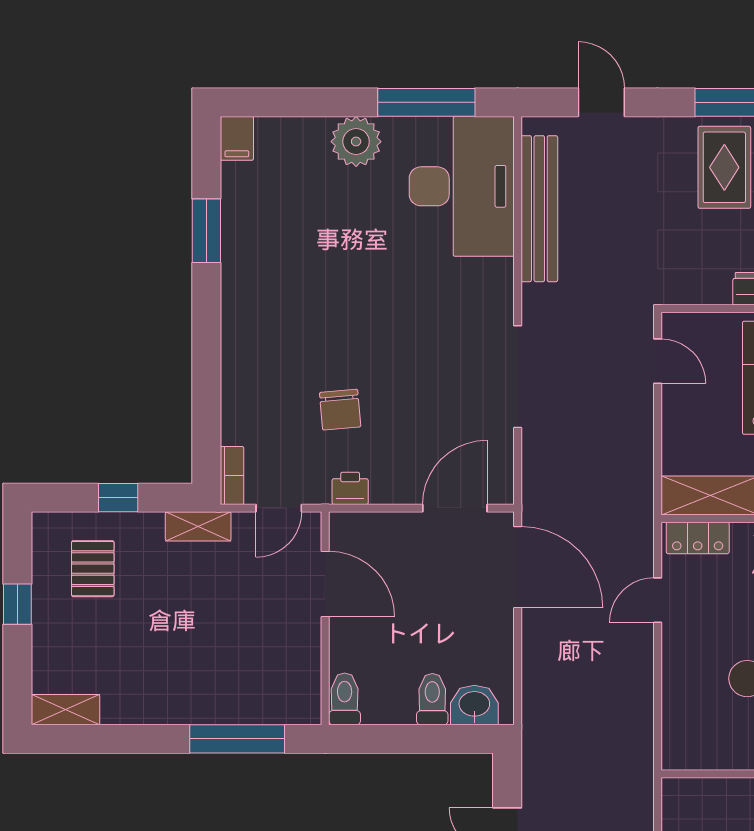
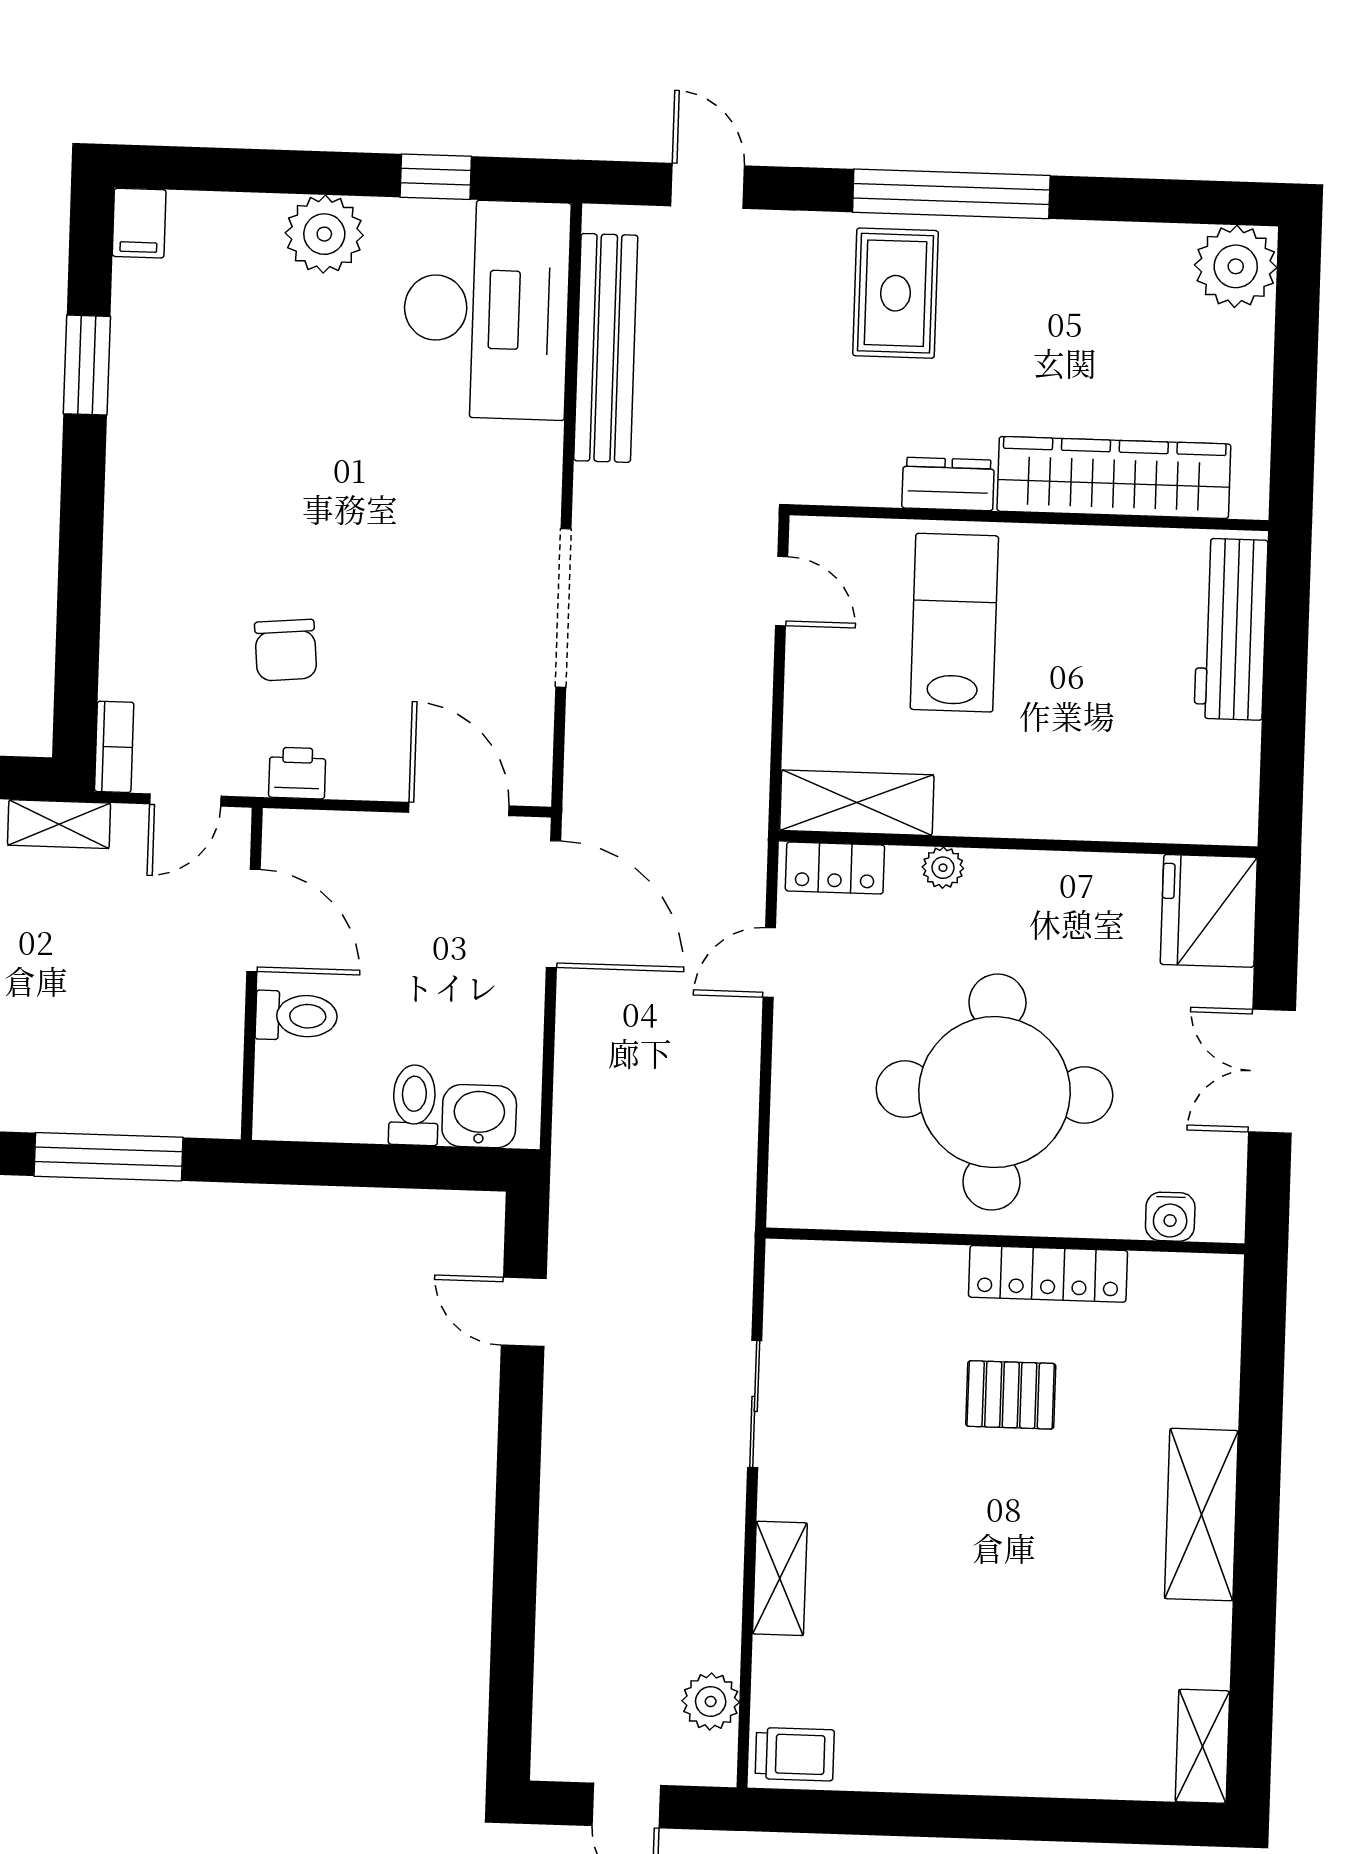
window: (426, 102) -> (436, 177), width x0.46
door: (455, 508) -> (459, 809), hinge flipped
toilet: (345, 699) -> (296, 1016), moved, turned 90

